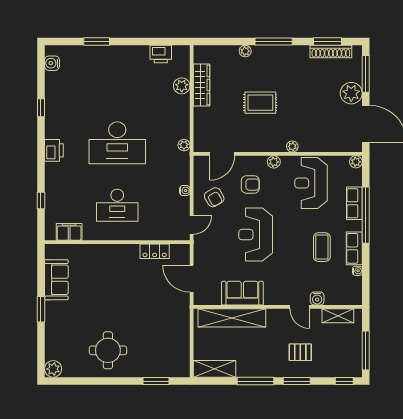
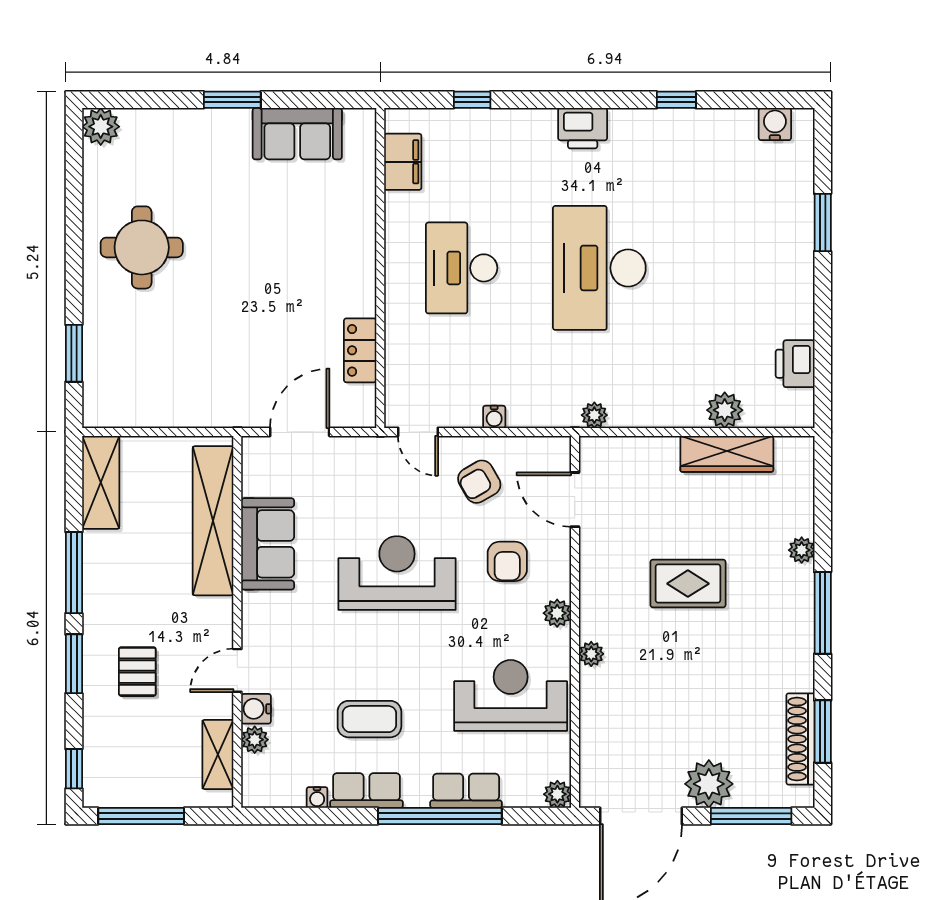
rug: (260, 103) -> (688, 584), turned 90
plant: (331, 299) -> (255, 740), added

